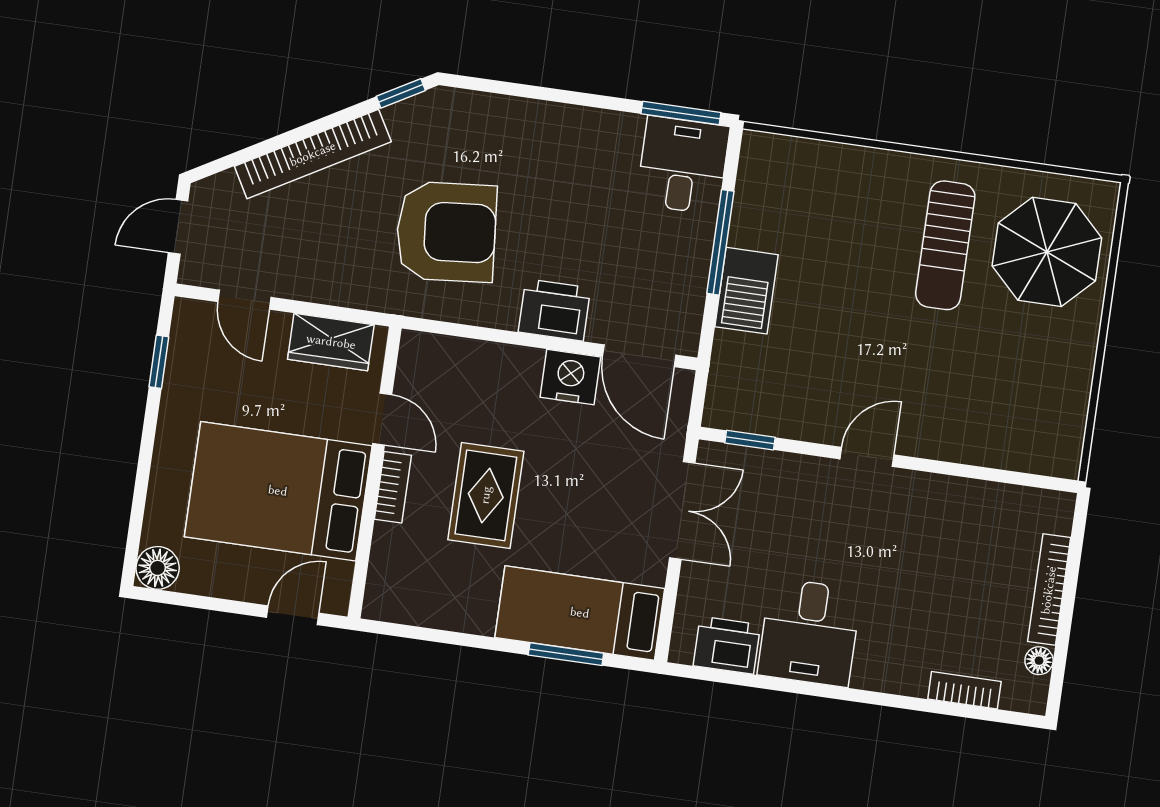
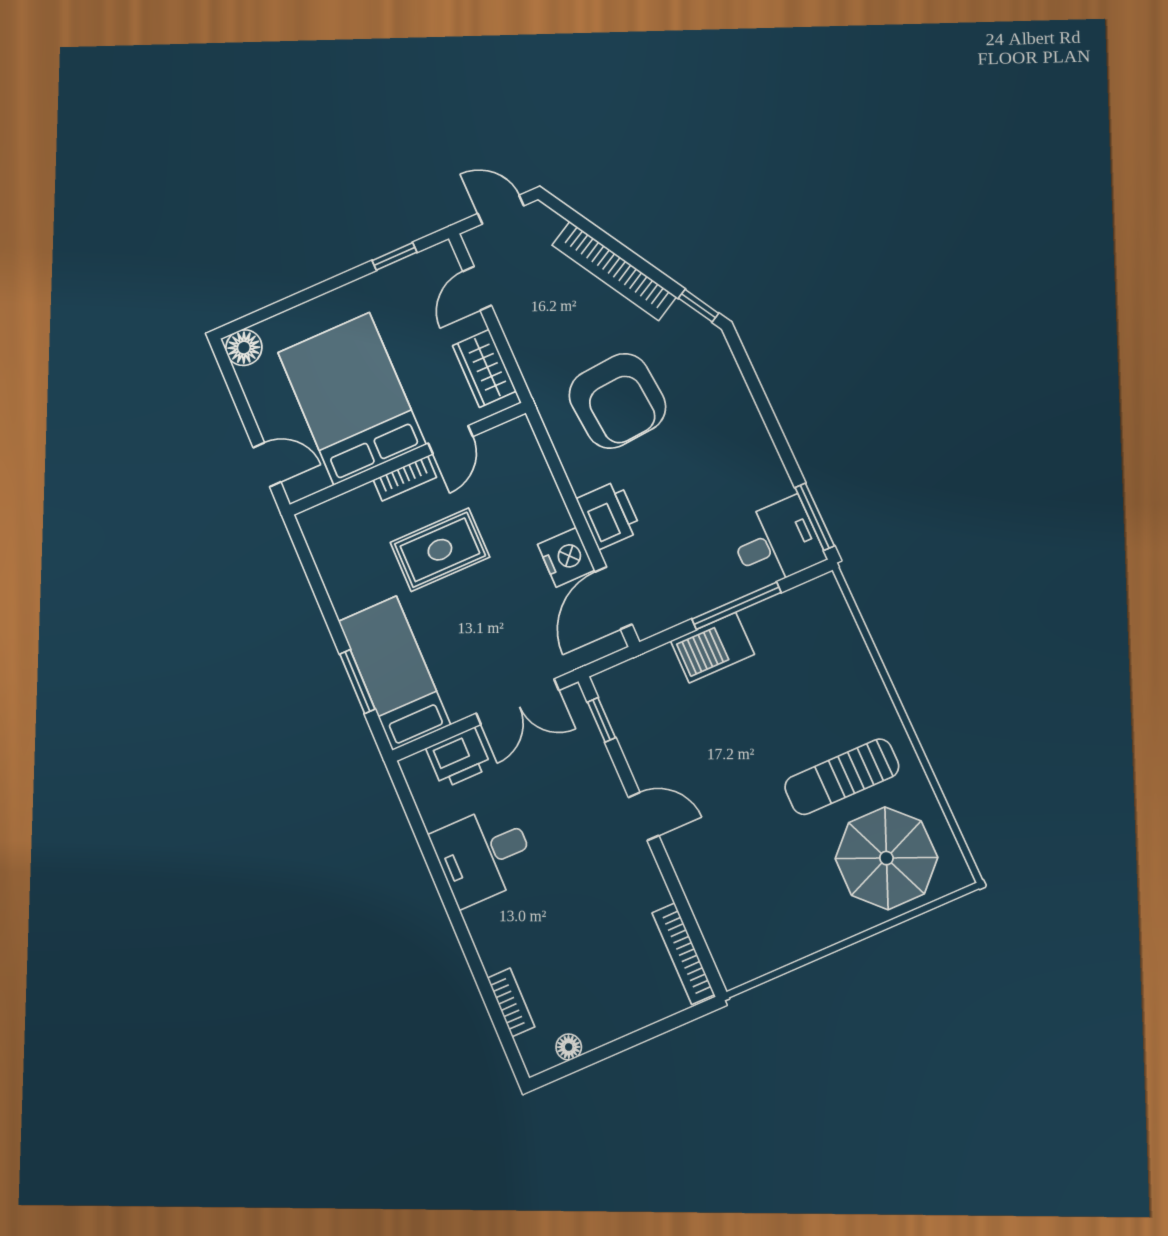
bookcase: (1049, 590) -> (683, 954), moved, turned -90
printer: (727, 645) -> (458, 758), moved, turned 90

